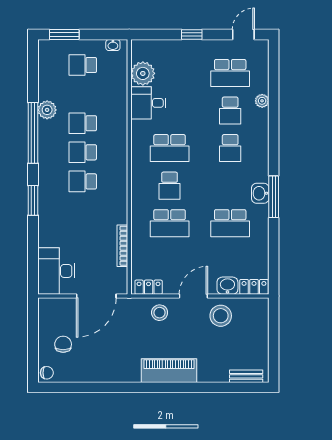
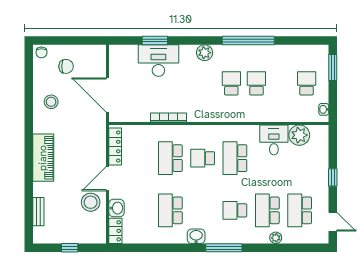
plant: (47, 110) -> (205, 53), moved
school desk: (230, 111) -> (267, 210), width x1.85
school desk: (83, 181) -> (206, 83), removed
window: (274, 197) -> (224, 248), moved
window: (33, 200) -> (155, 41), moved
bookcase: (122, 246) -> (169, 118), moved
desk: (56, 271) -> (158, 61), moved
locker: (149, 287) -> (115, 147), width x1.53
door: (193, 296) -> (108, 179), swing flipped
stool: (160, 313) -> (51, 102), moved
window: (274, 340) -> (70, 248), added
bench: (246, 376) -> (38, 212), moved

